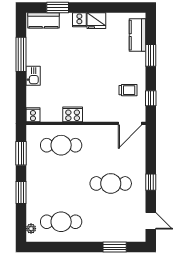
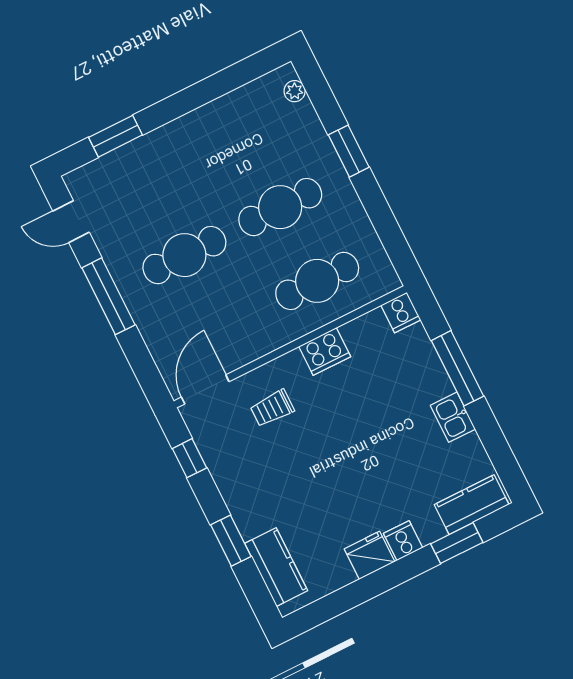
window: (21, 54) -> (457, 368), moved
kitchen sink: (33, 76) -> (453, 417), moved
trolley: (128, 90) -> (272, 408), moved
window: (21, 153) -> (387, 227), removed
window: (151, 182) -> (109, 296), width x2.17
cafe table: (61, 222) -> (280, 207), moved

